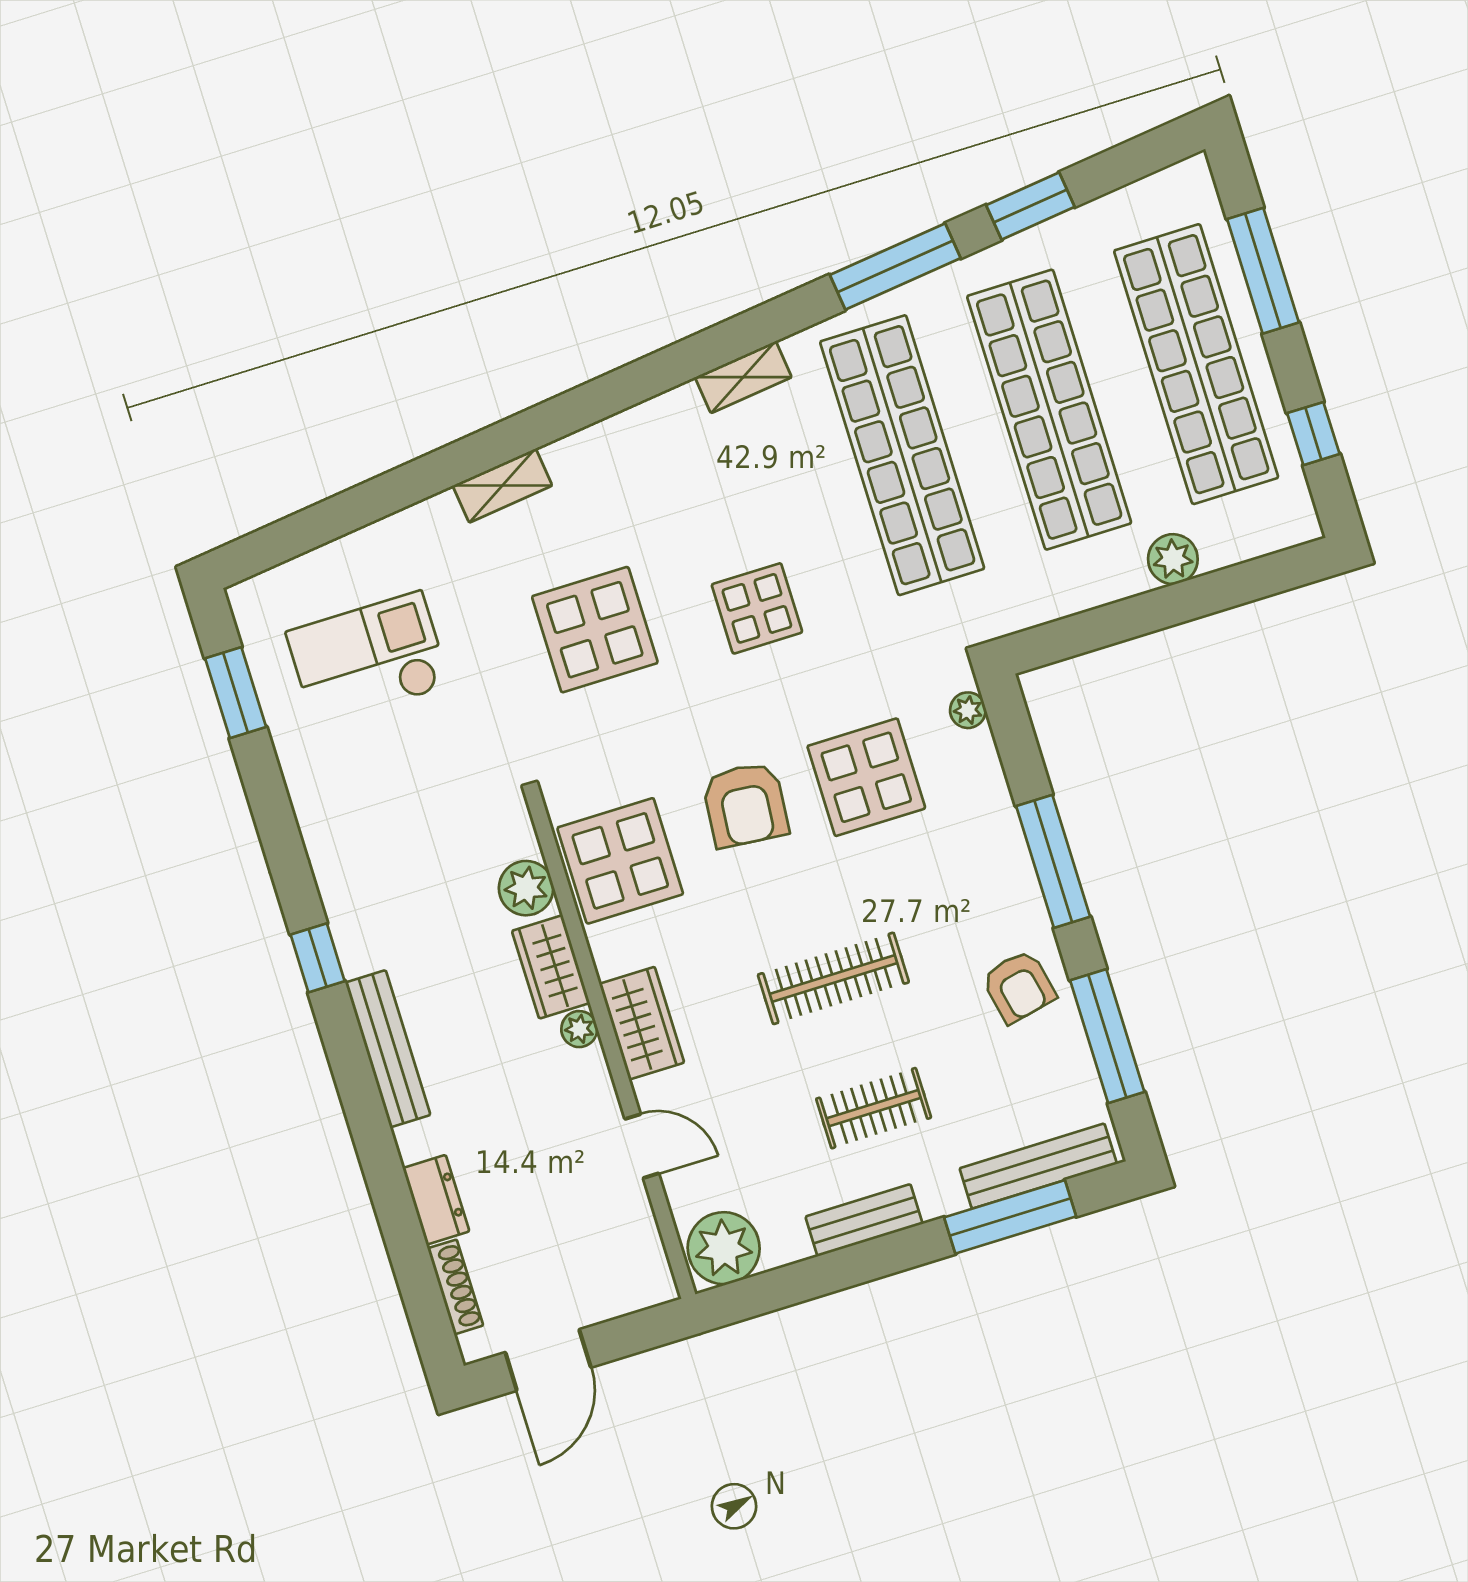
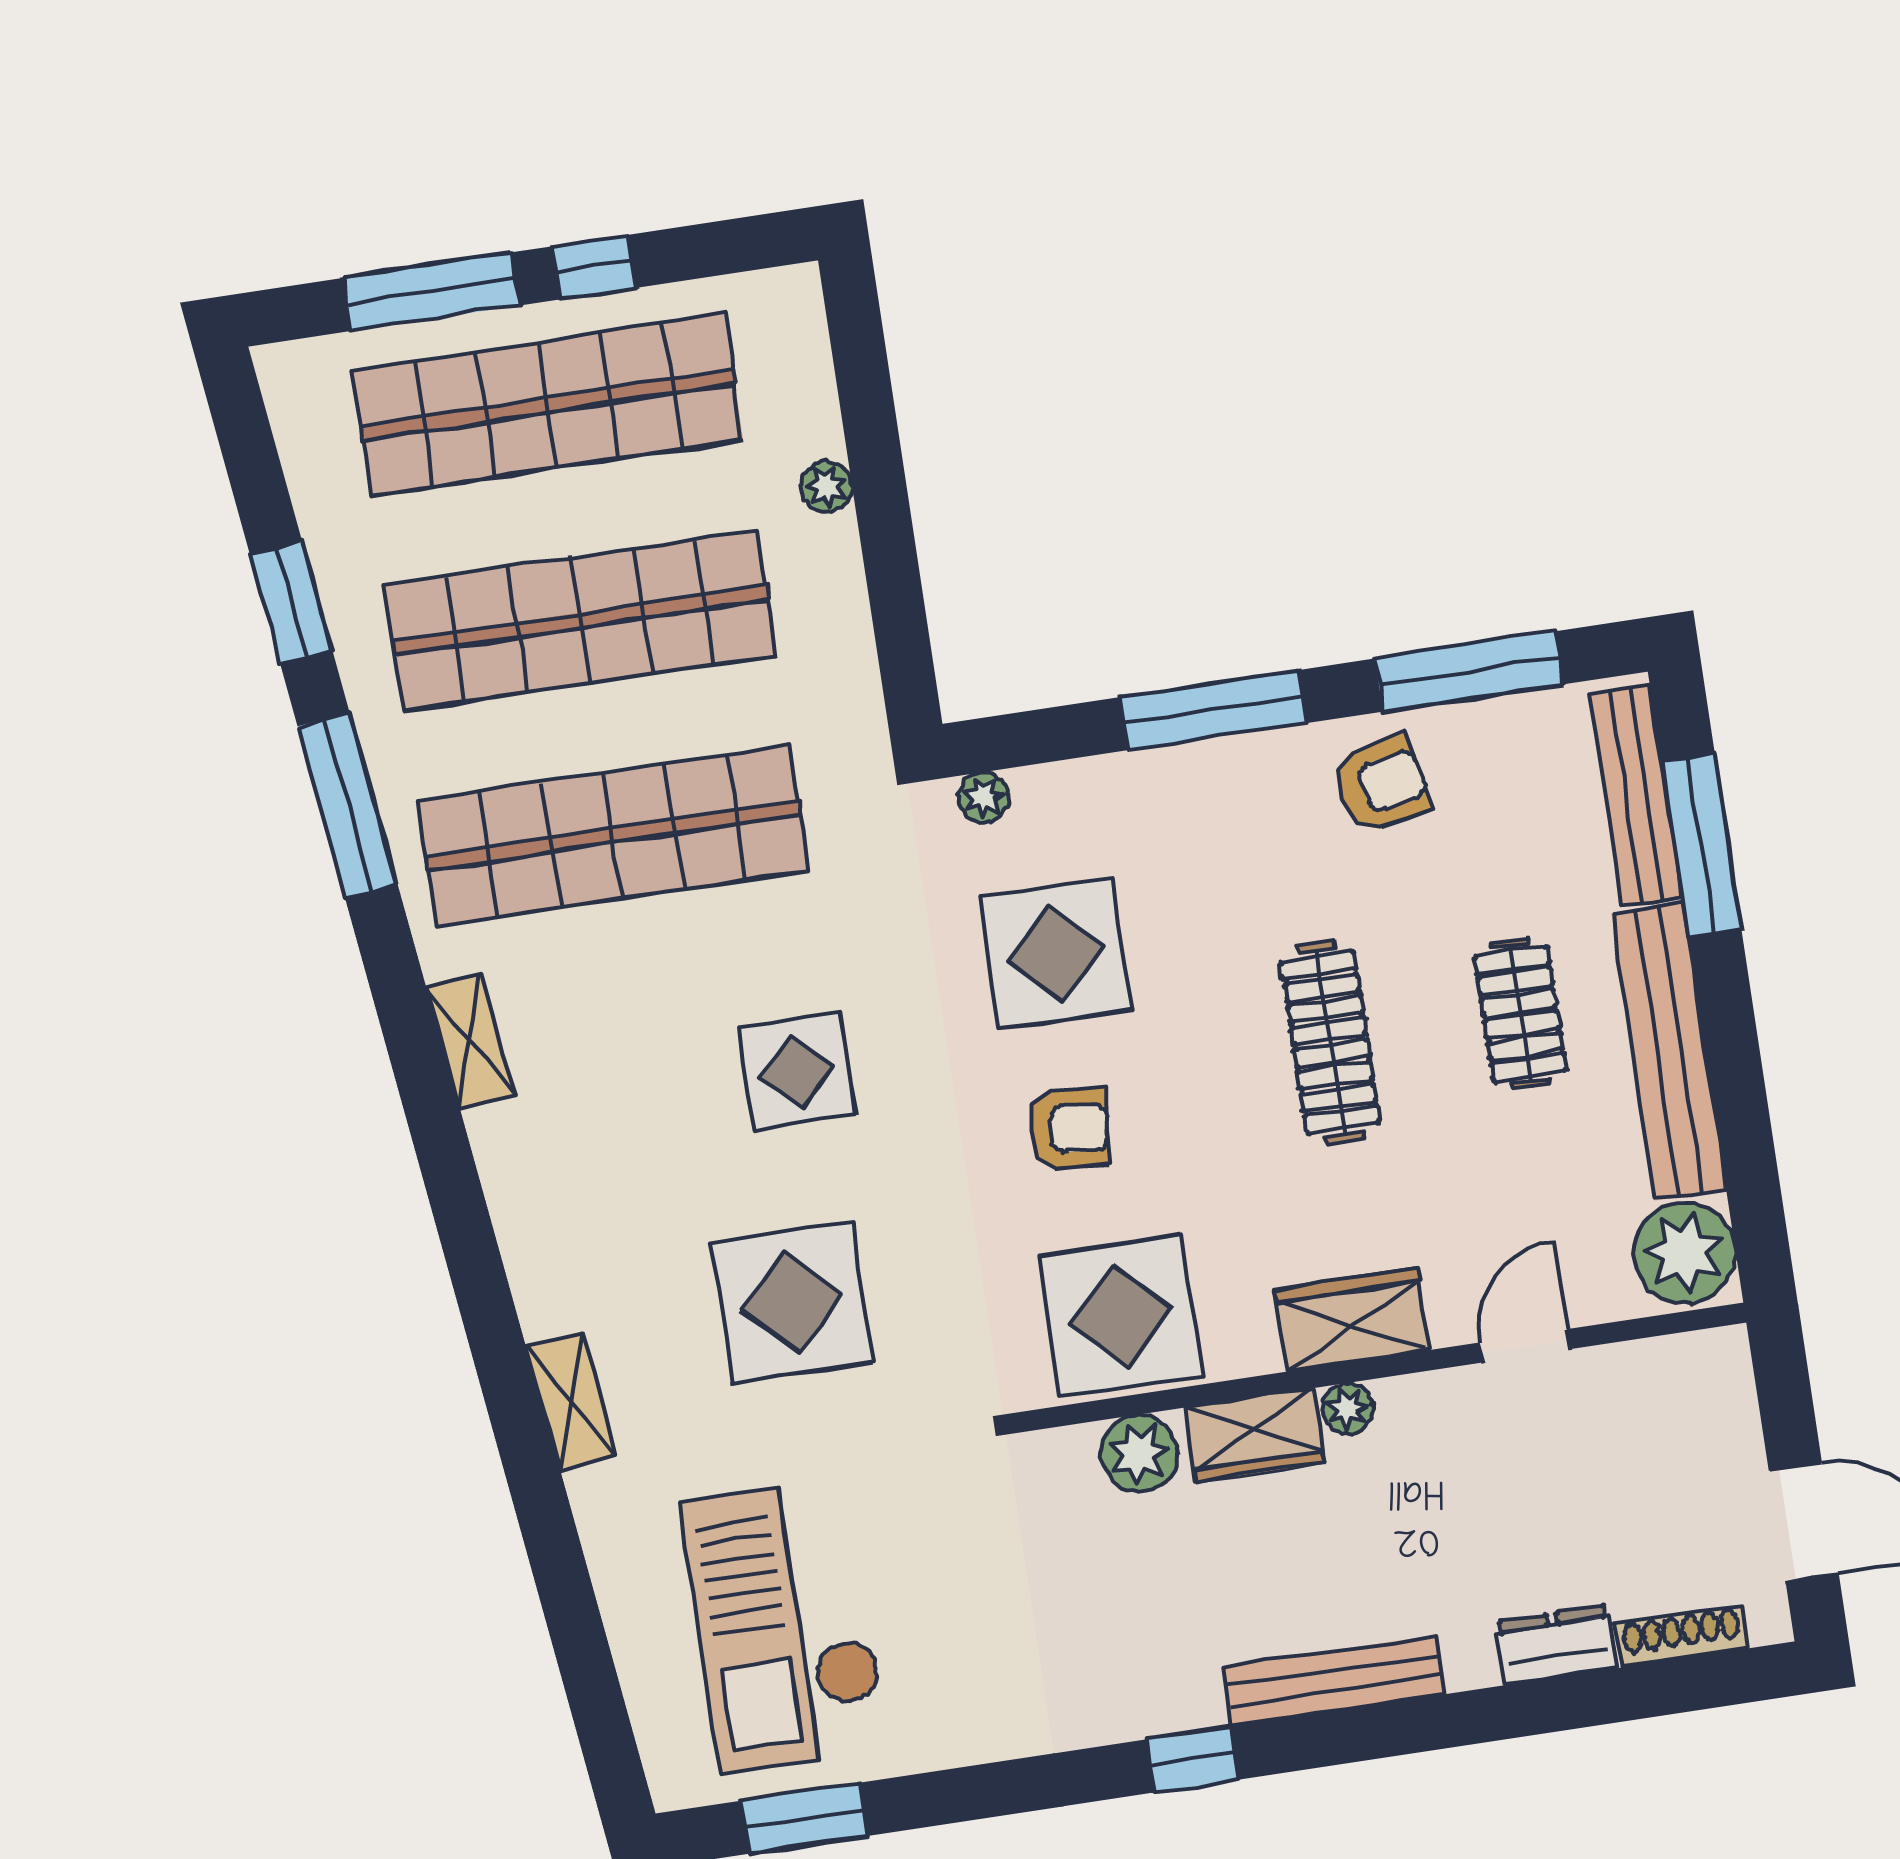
window: (1313, 434) -> (594, 267), moved
plant: (1173, 559) -> (826, 487), width x0.73, depth x0.73
checkout: (368, 659) -> (785, 1626), width x1.36, depth x1.21
armchair: (745, 805) -> (1069, 1129), width x0.72, depth x0.72
bench: (864, 1220) -> (1669, 1052), width x1.86, depth x1.21

